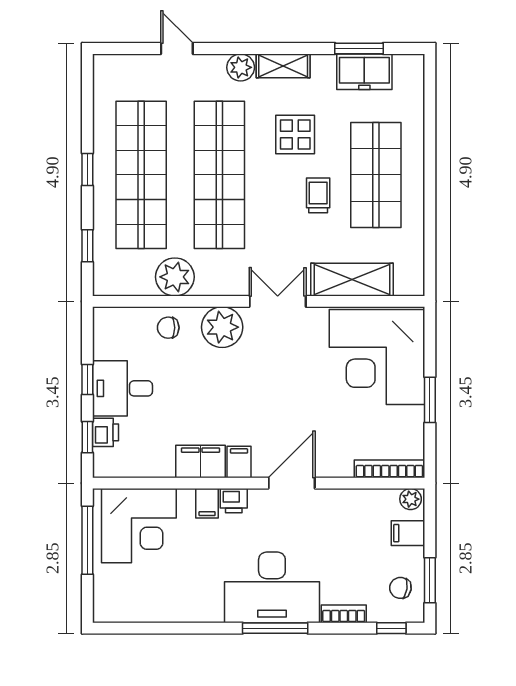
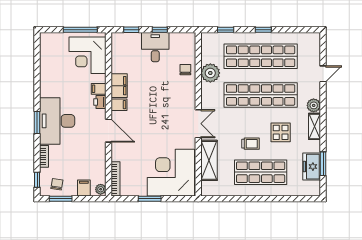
plant: (222, 327) -> (186, 96), removed
printer: (105, 432) -> (134, 39), removed
window: (275, 628) -> (37, 122), width x0.69

